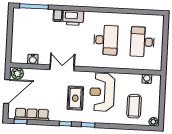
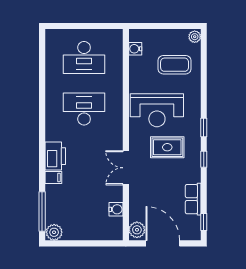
plant: (19, 14) -> (54, 232), added
row of seats: (32, 114) -> (193, 199), width x0.68

